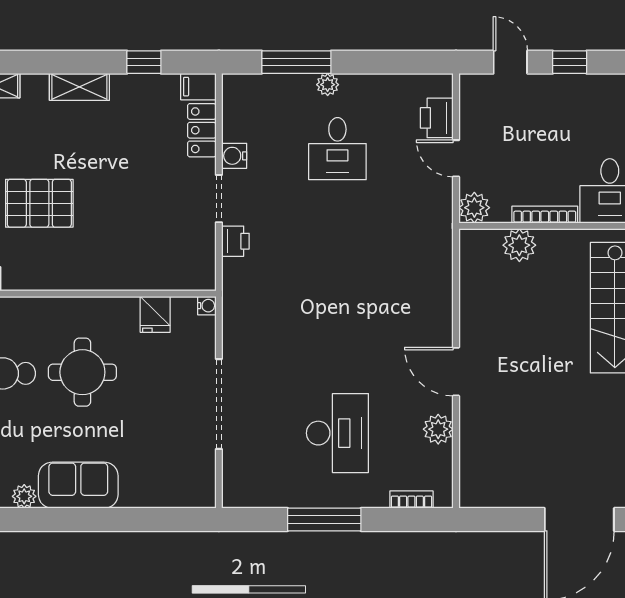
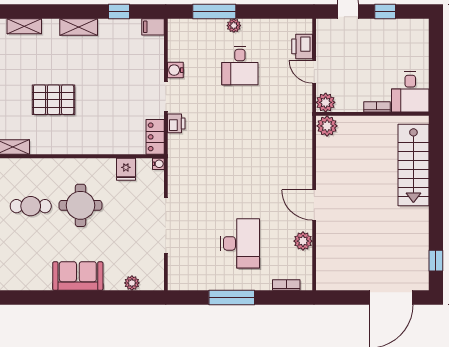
locker: (202, 130) -> (155, 137), moved
bookcase: (545, 215) -> (377, 107), width x0.64
plant: (519, 245) -> (327, 126), moved
plant: (24, 496) -> (132, 283), moved

